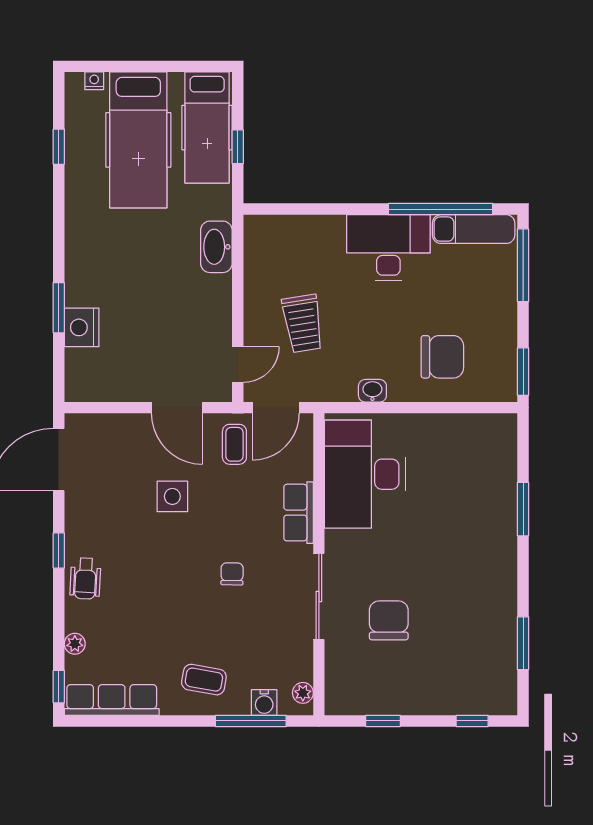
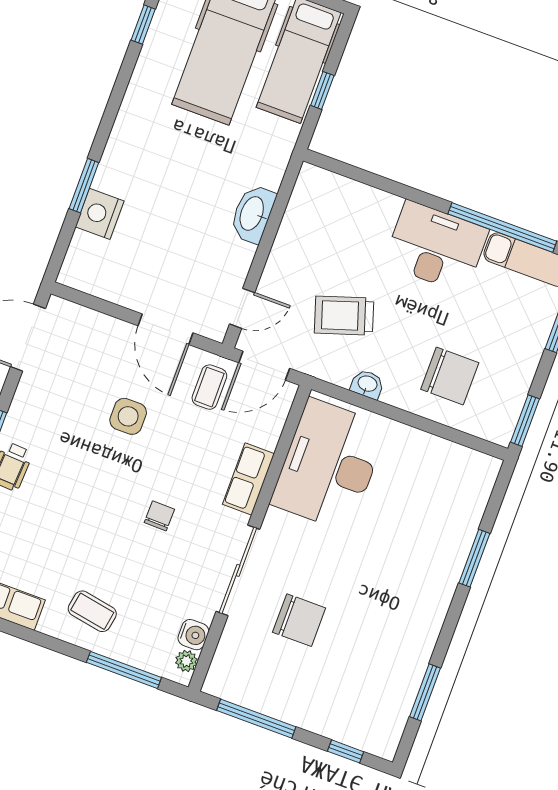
washbasin: (216, 247) -> (253, 214), moved
trolley: (303, 323) -> (344, 316), moved, turned 81
chair: (389, 620) -> (299, 620), turned 90
water cooler: (264, 703) -> (193, 635), moved, turned -90
window: (383, 721) -> (256, 719), width x2.17

